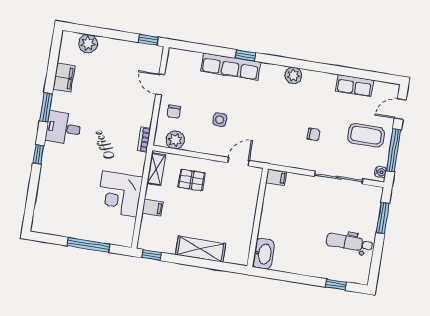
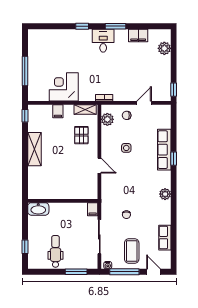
filing cabinet: (276, 177) -> (93, 209), moved
wall: (258, 218) -> (63, 201), moved
washbasin: (264, 254) -> (38, 209), moved

